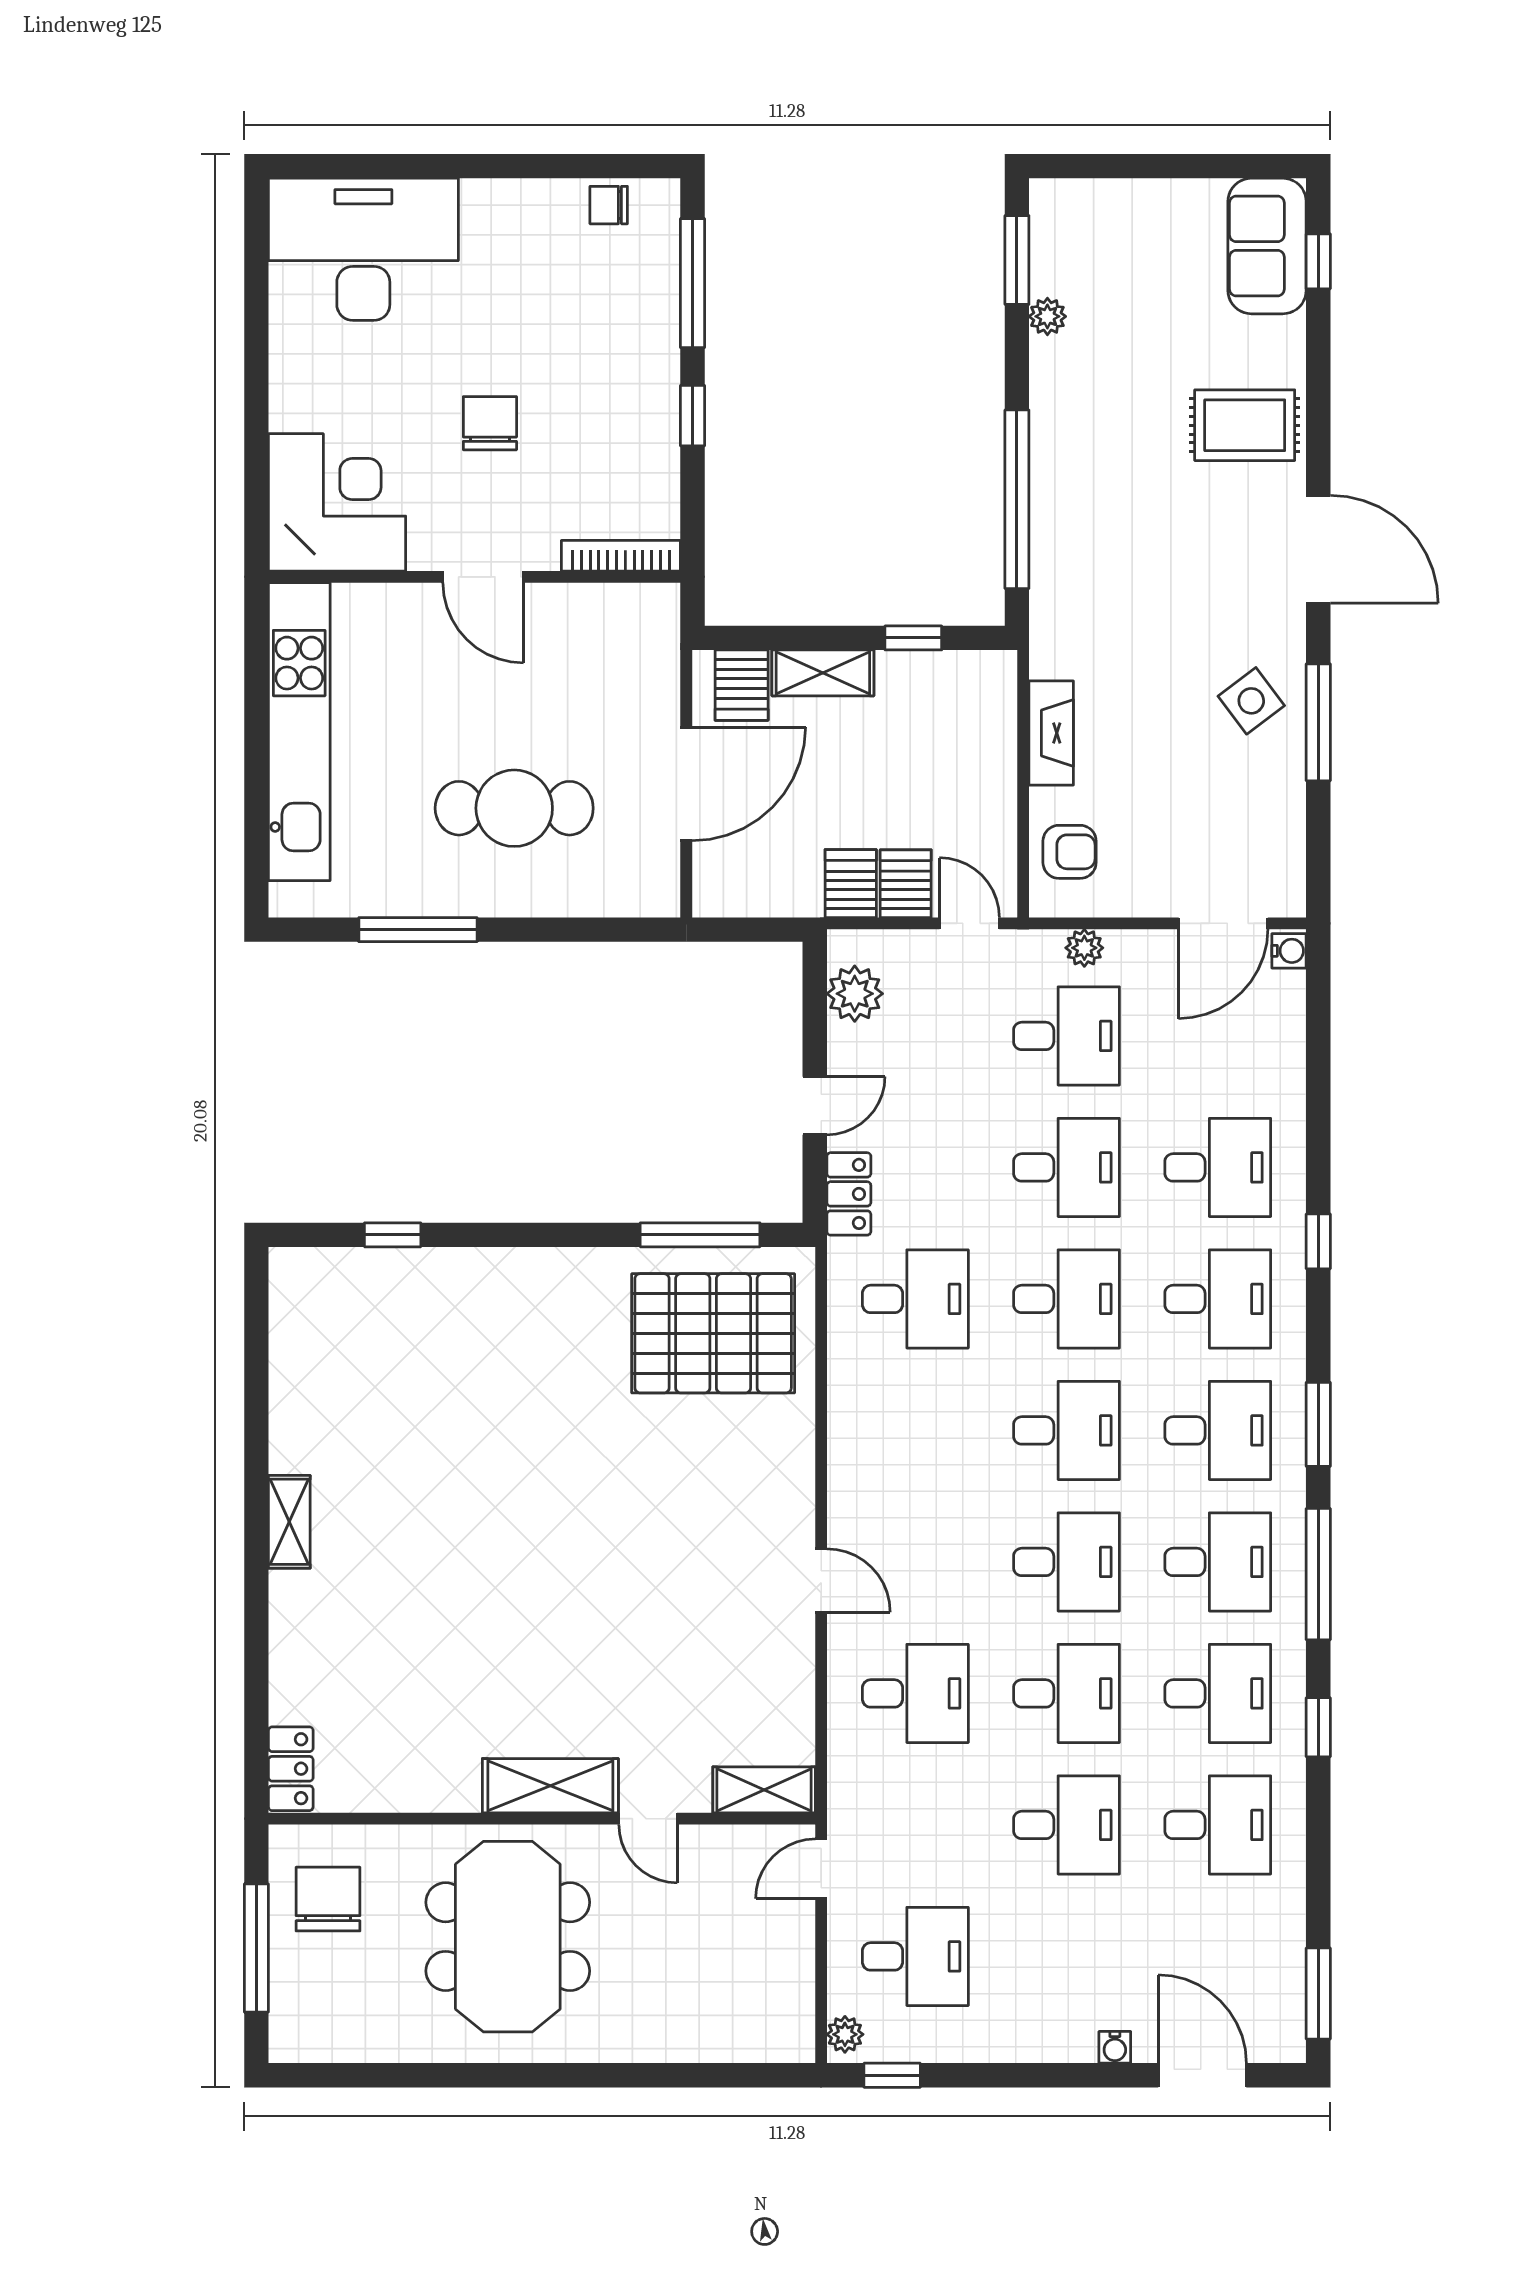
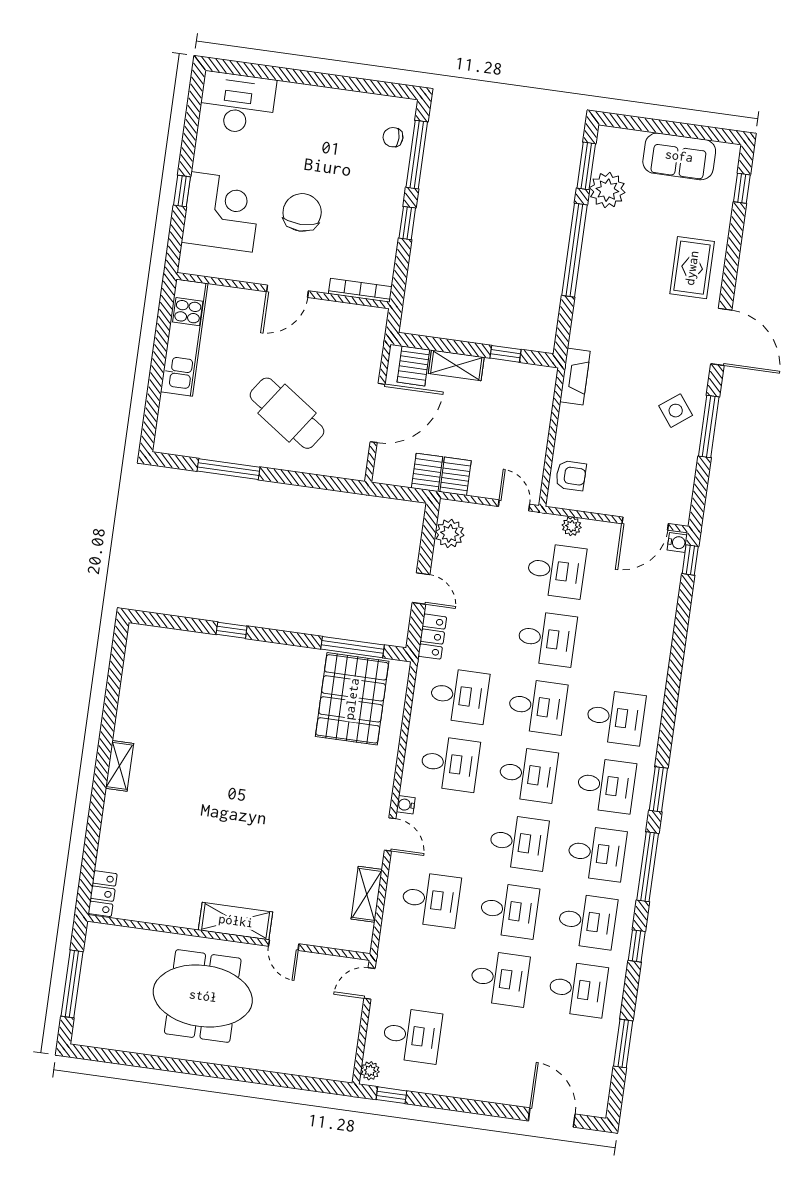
chair: (609, 205) -> (393, 137), moved
sofa: (1267, 246) -> (679, 156), moved, turned -90
desk: (363, 249) -> (237, 103), width x0.73, depth x0.77
plant: (1047, 316) -> (607, 190), width x1.88, depth x1.88
window: (256, 414) -> (182, 191), added
chair: (490, 423) -> (302, 212), width x1.37, depth x1.37
rug: (1245, 425) -> (692, 268), turned 90
window: (1017, 499) -> (574, 250), moved
corner desk: (337, 502) -> (222, 212), moved
door: (483, 577) -> (288, 291), hinge flipped
kitchen unit: (299, 732) -> (184, 338), width x0.73
fireplace: (1051, 733) -> (575, 377), moved
cafe table: (514, 808) -> (287, 413), turned 35
server rack: (906, 884) -> (427, 472), moved
door: (815, 1106) -> (421, 589), hinge flipped
desk: (1218, 1167) -> (450, 764), moved
window: (393, 1235) -> (232, 630), moved
window: (1318, 1241) -> (690, 560), moved
pallet: (713, 1333) -> (352, 699), turned 90
shelving: (764, 1790) -> (367, 894), moved, turned 90
chair: (328, 1899) -> (113, 964), removed
meeting table: (508, 1937) -> (203, 996), turned 90
window: (1318, 1993) -> (623, 1043), moved
water cooler: (1115, 2047) -> (406, 805), moved, turned 90

